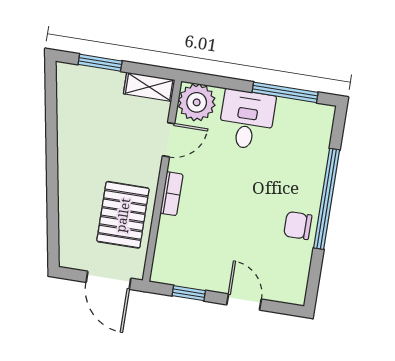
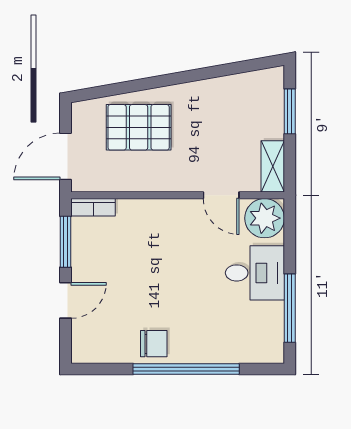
bookcase: (172, 194) -> (93, 207), moved
pallet: (123, 215) -> (139, 127), moved
chair: (298, 225) -> (154, 344), turned 90
window: (189, 293) -> (66, 242), width x1.50

